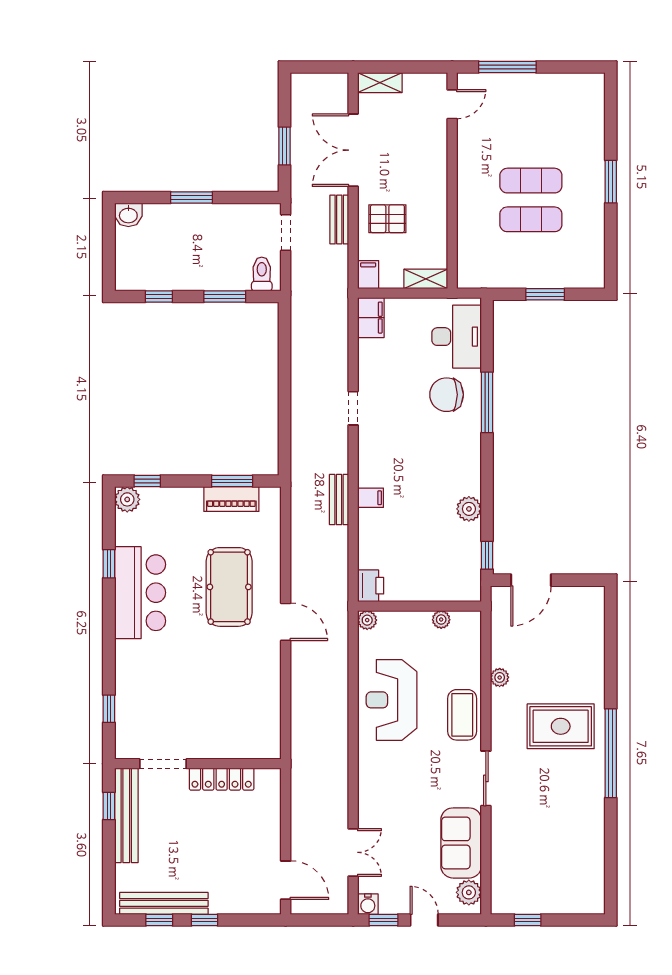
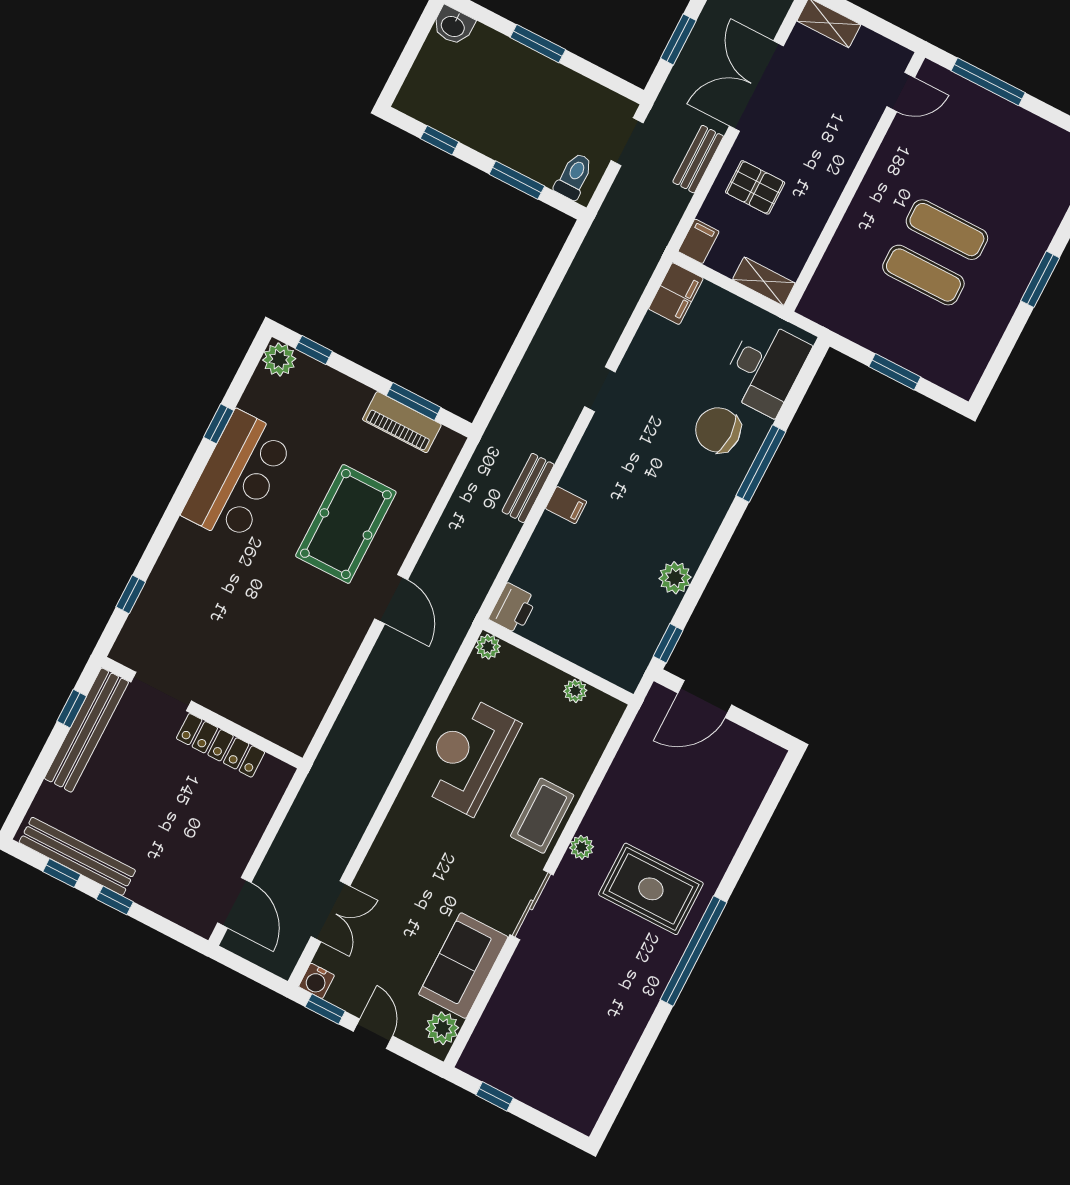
plant: (500, 677) -> (582, 847), moved

